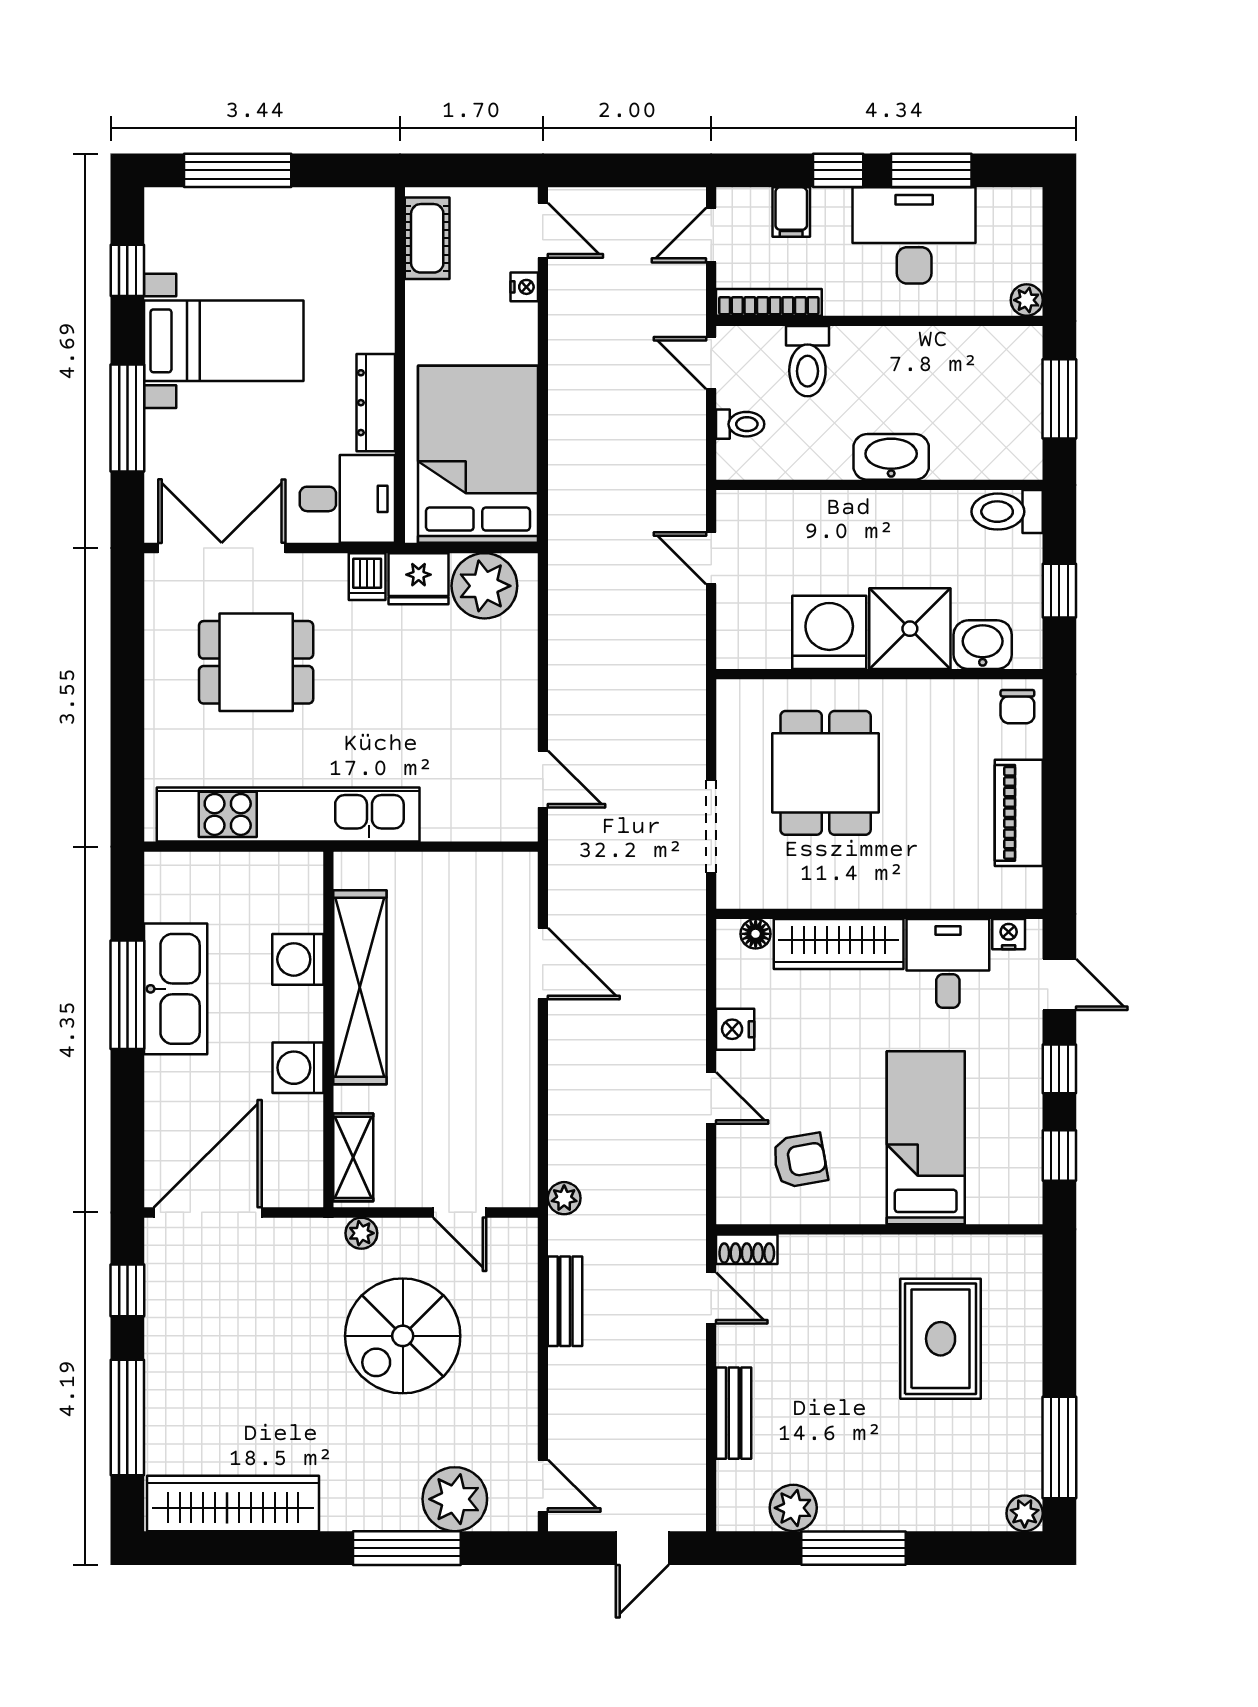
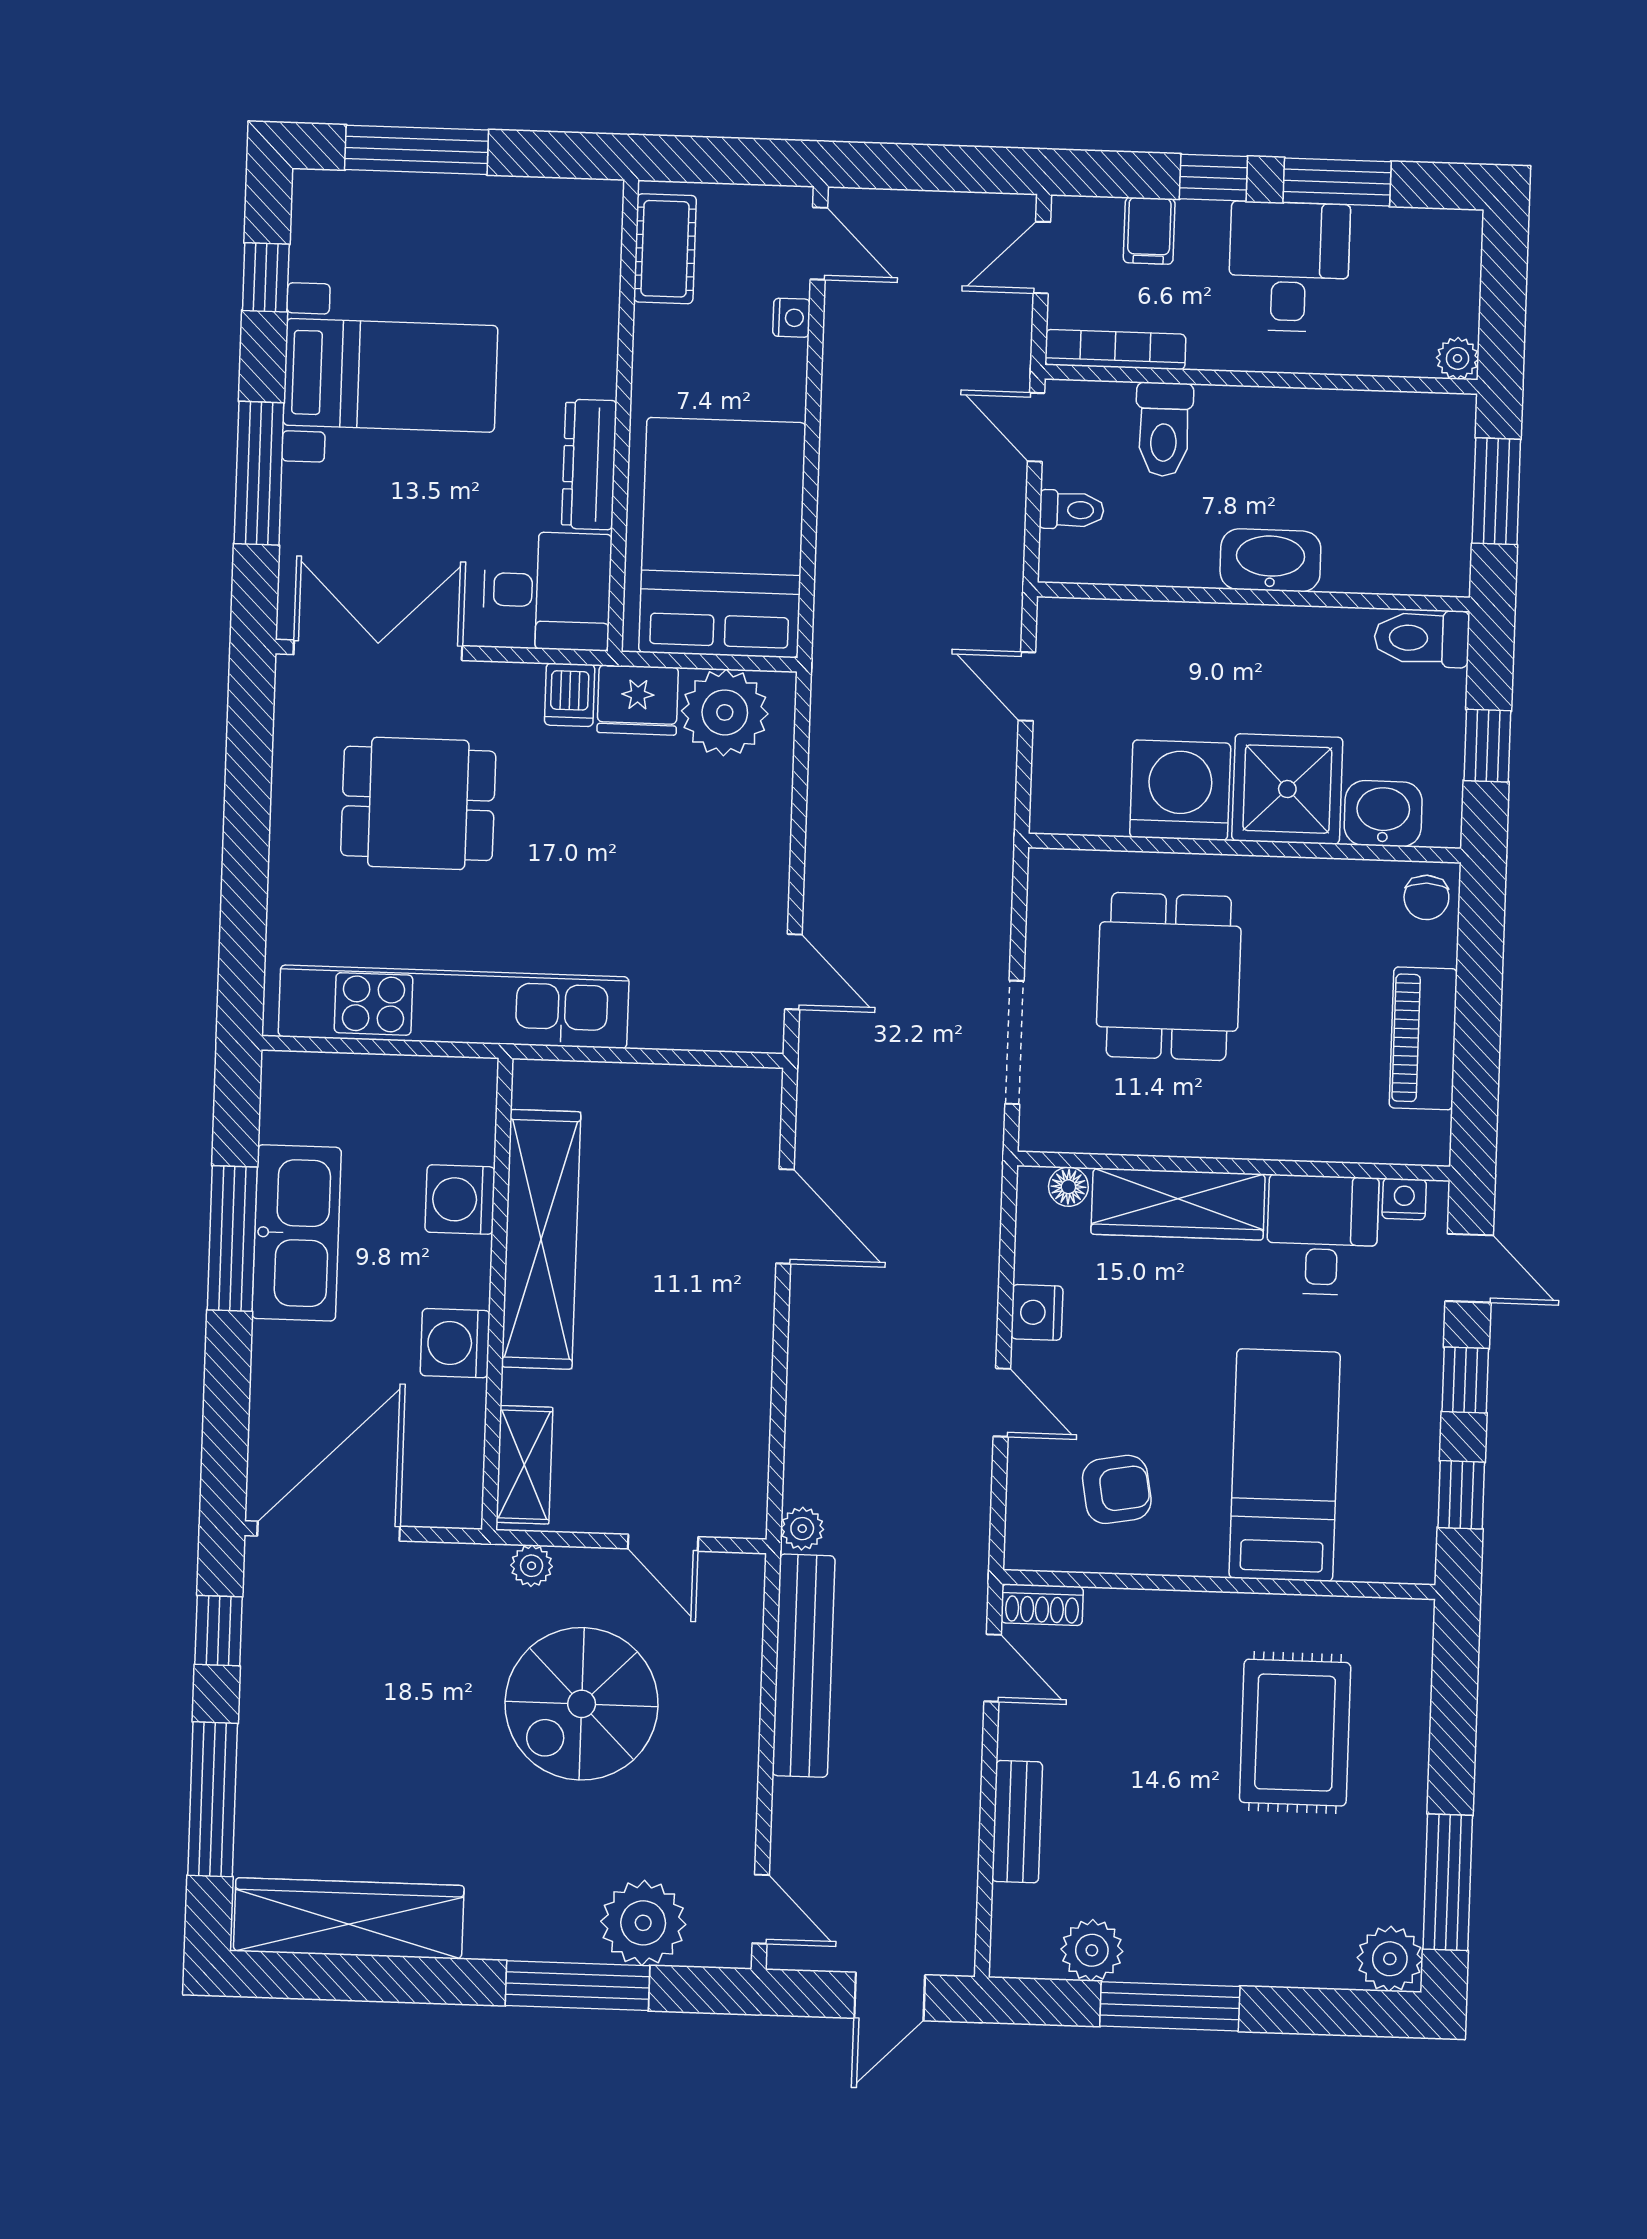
desk: (914, 235) -> (1289, 267), width x0.73
bench: (565, 1301) -> (804, 1666), width x1.86, depth x1.21
plant: (1025, 1513) -> (1390, 1959), width x1.38, depth x1.38

